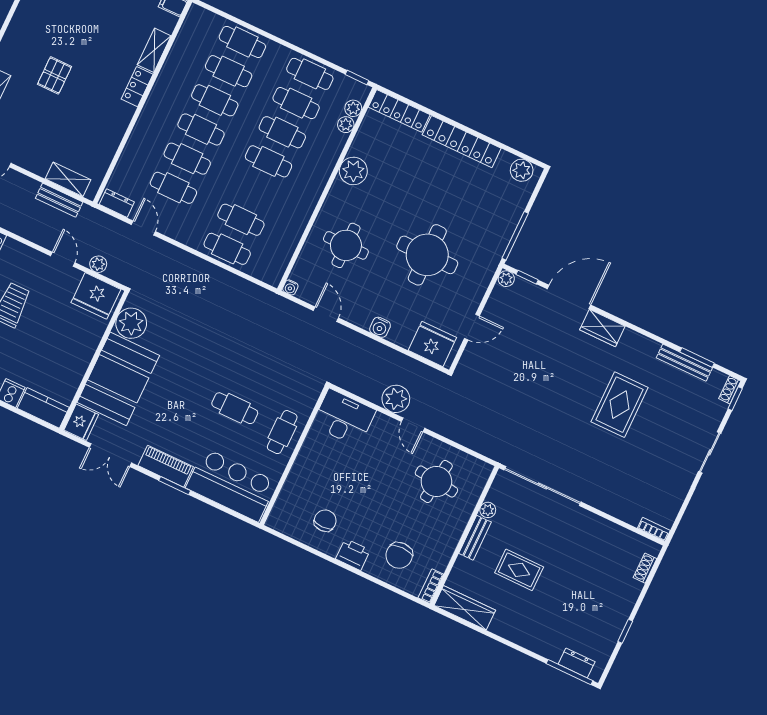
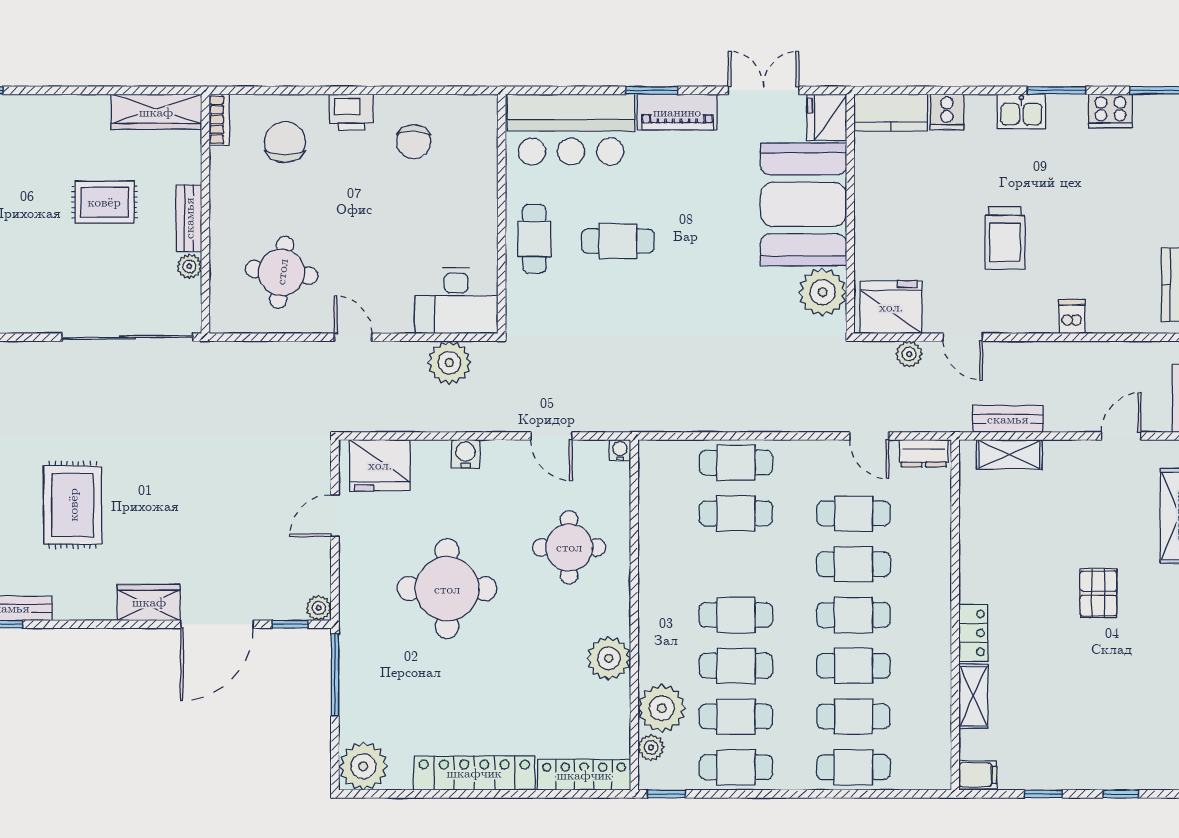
plant: (346, 125) -> (662, 708), width x1.87, depth x1.87
plant: (522, 170) -> (363, 766), width x1.36, depth x1.36
plant: (396, 399) -> (449, 363), moved

